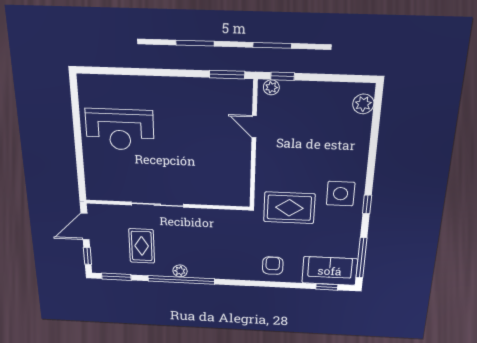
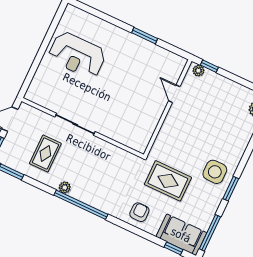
window: (227, 75) -> (145, 36), moved
window: (367, 204) -> (231, 189), width x1.50
rug: (289, 208) -> (168, 181), moved
window: (181, 280) -> (81, 205), moved

